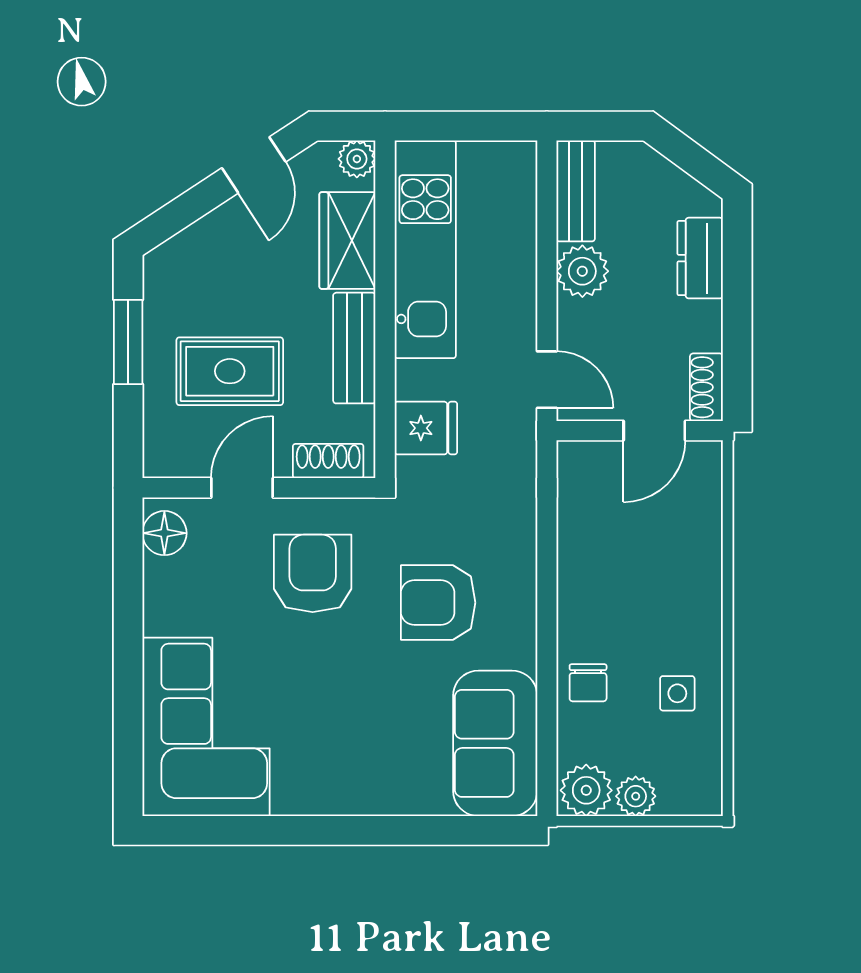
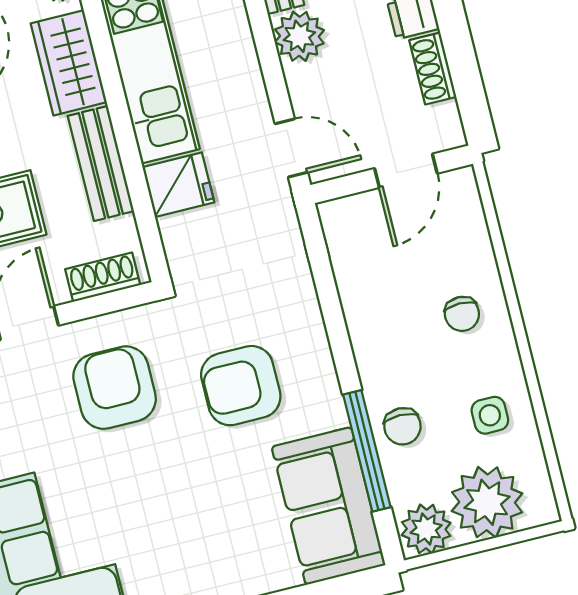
shoe rack: (706, 387) -> (433, 68), moved
fridge: (426, 428) -> (178, 185), moved
chair: (675, 586) -> (462, 314), added
window: (547, 698) -> (367, 451), added
plant: (636, 796) -> (487, 502), width x1.87, depth x1.87

